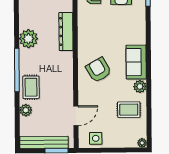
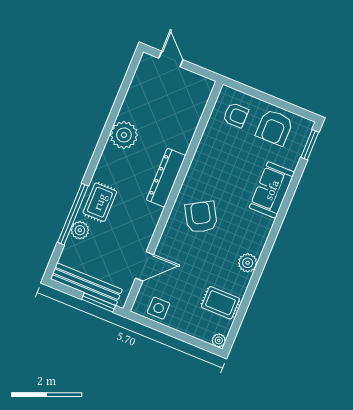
dresser: (66, 31) -> (166, 178), moved
sofa: (136, 62) -> (272, 190), moved
window: (17, 70) -> (73, 214), moved
rug: (129, 110) -> (220, 303), moved

